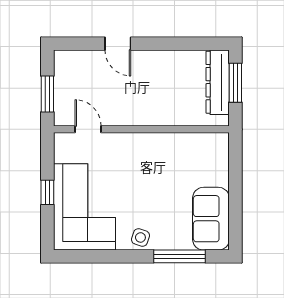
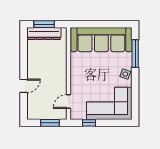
window: (47, 192) -> (89, 123), moved
sofa: (211, 219) -> (101, 40), width x1.85, depth x1.27

